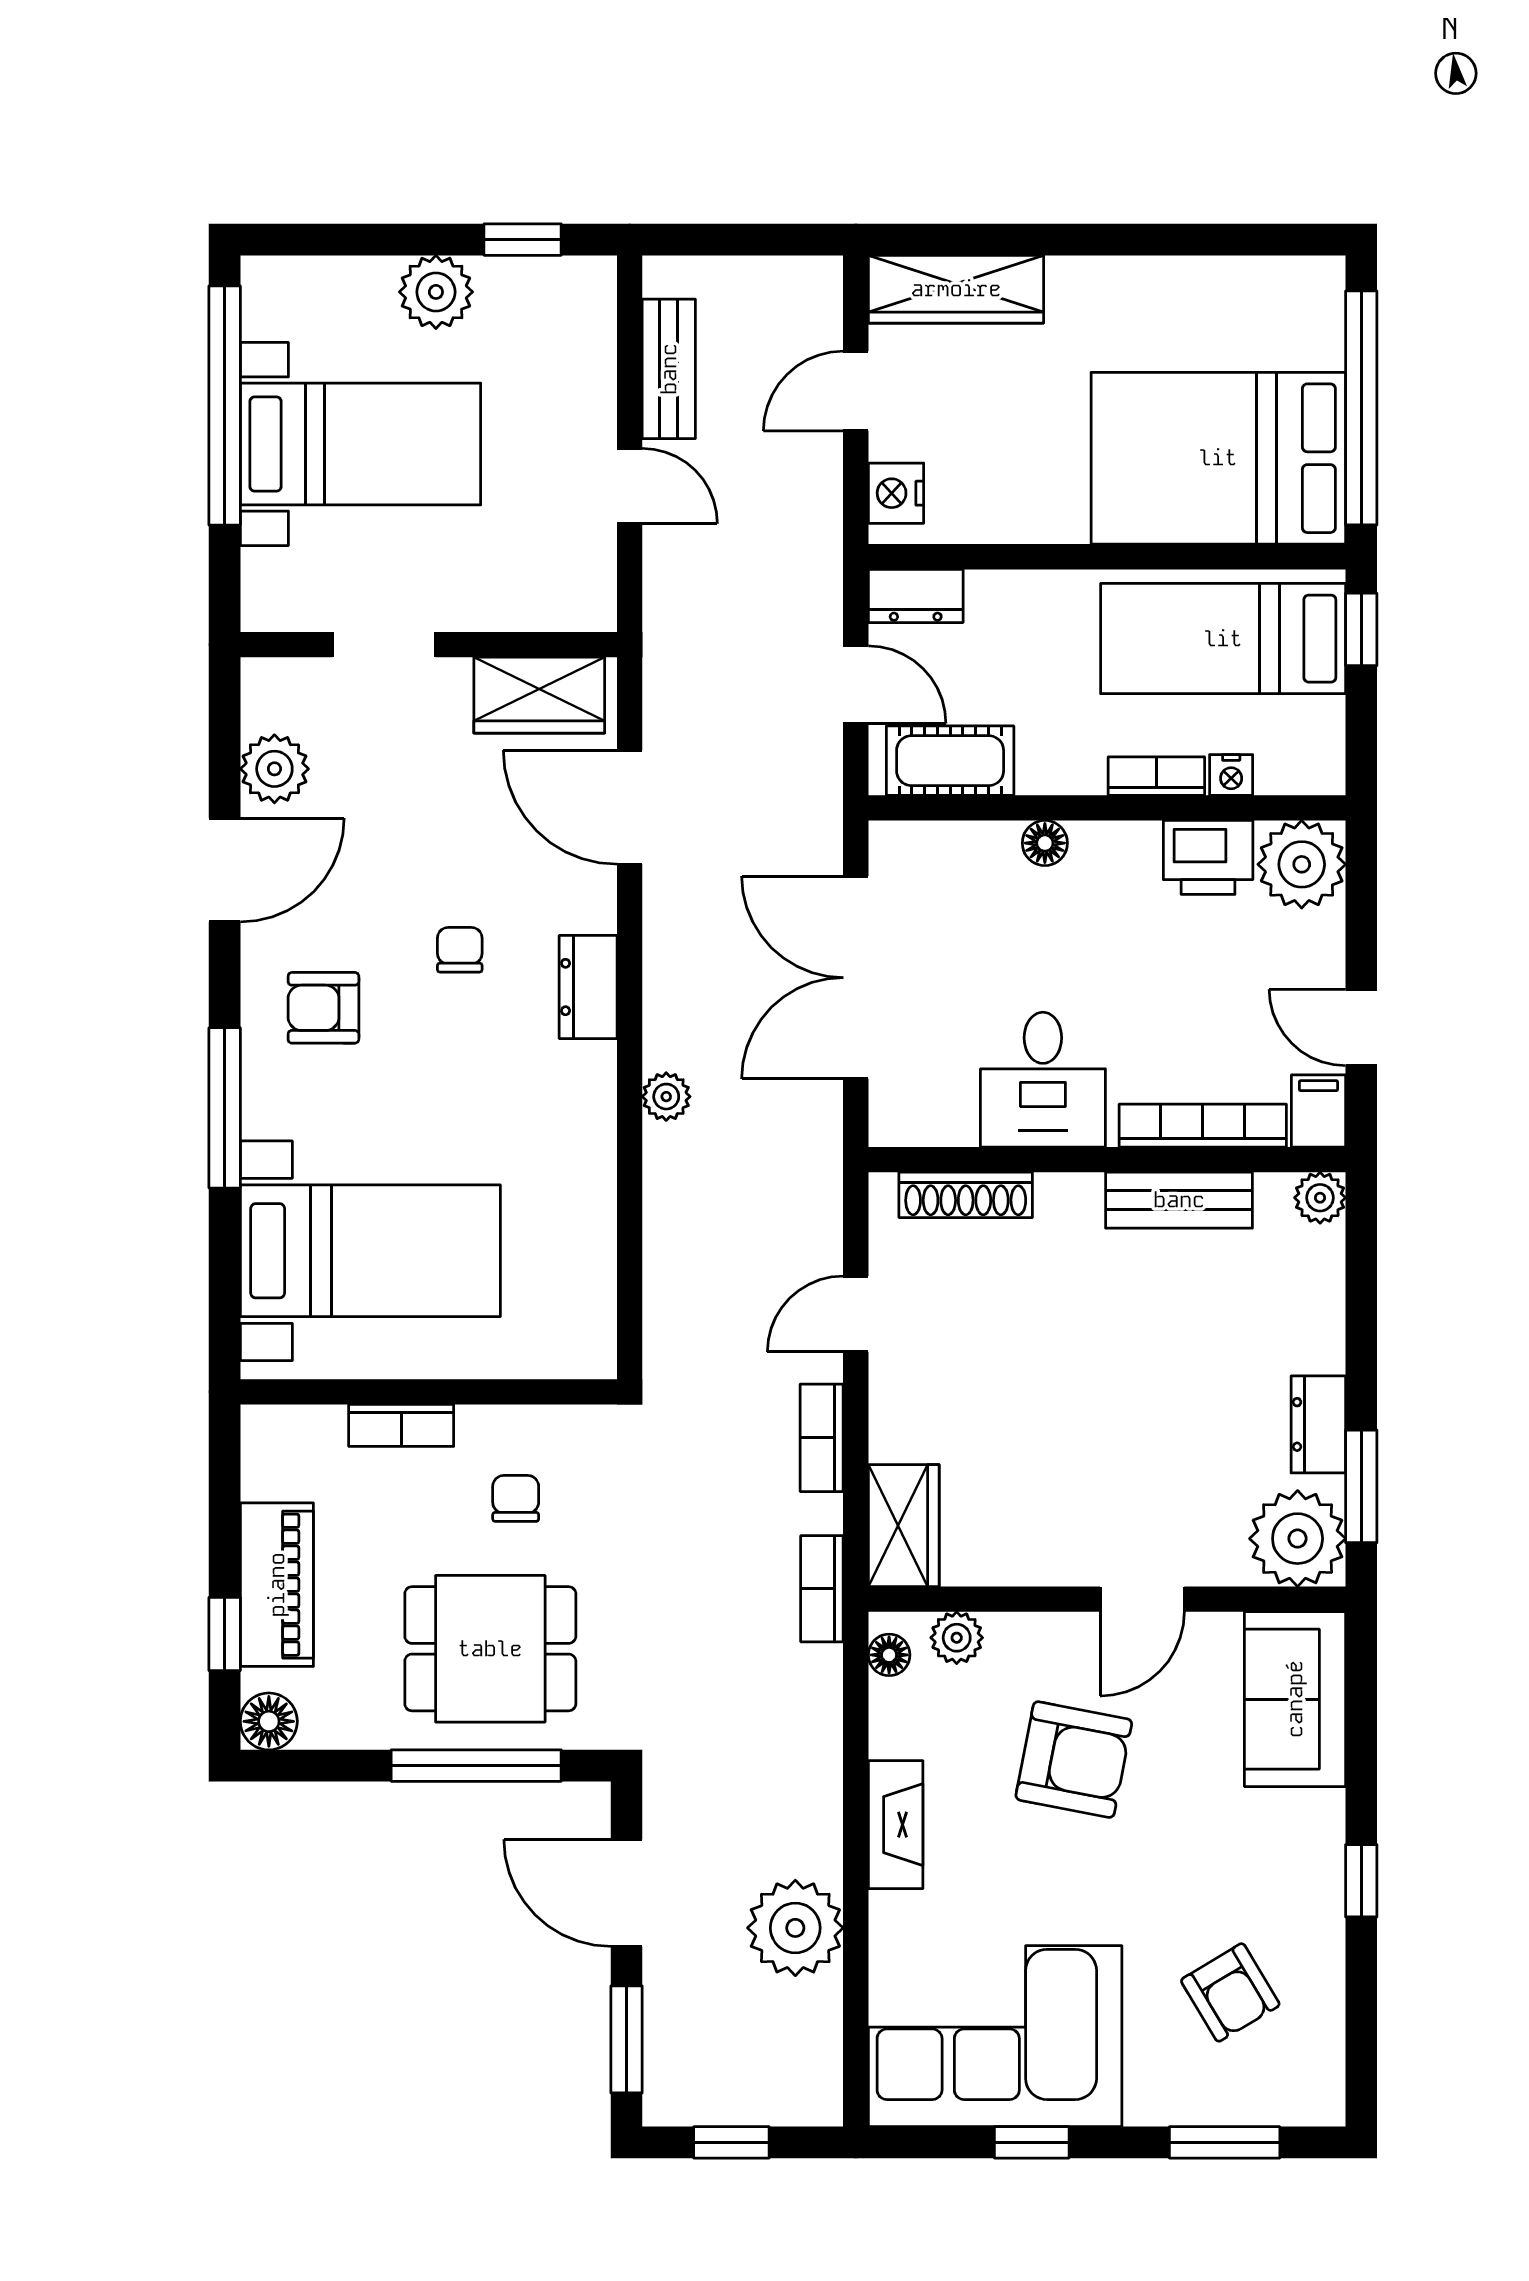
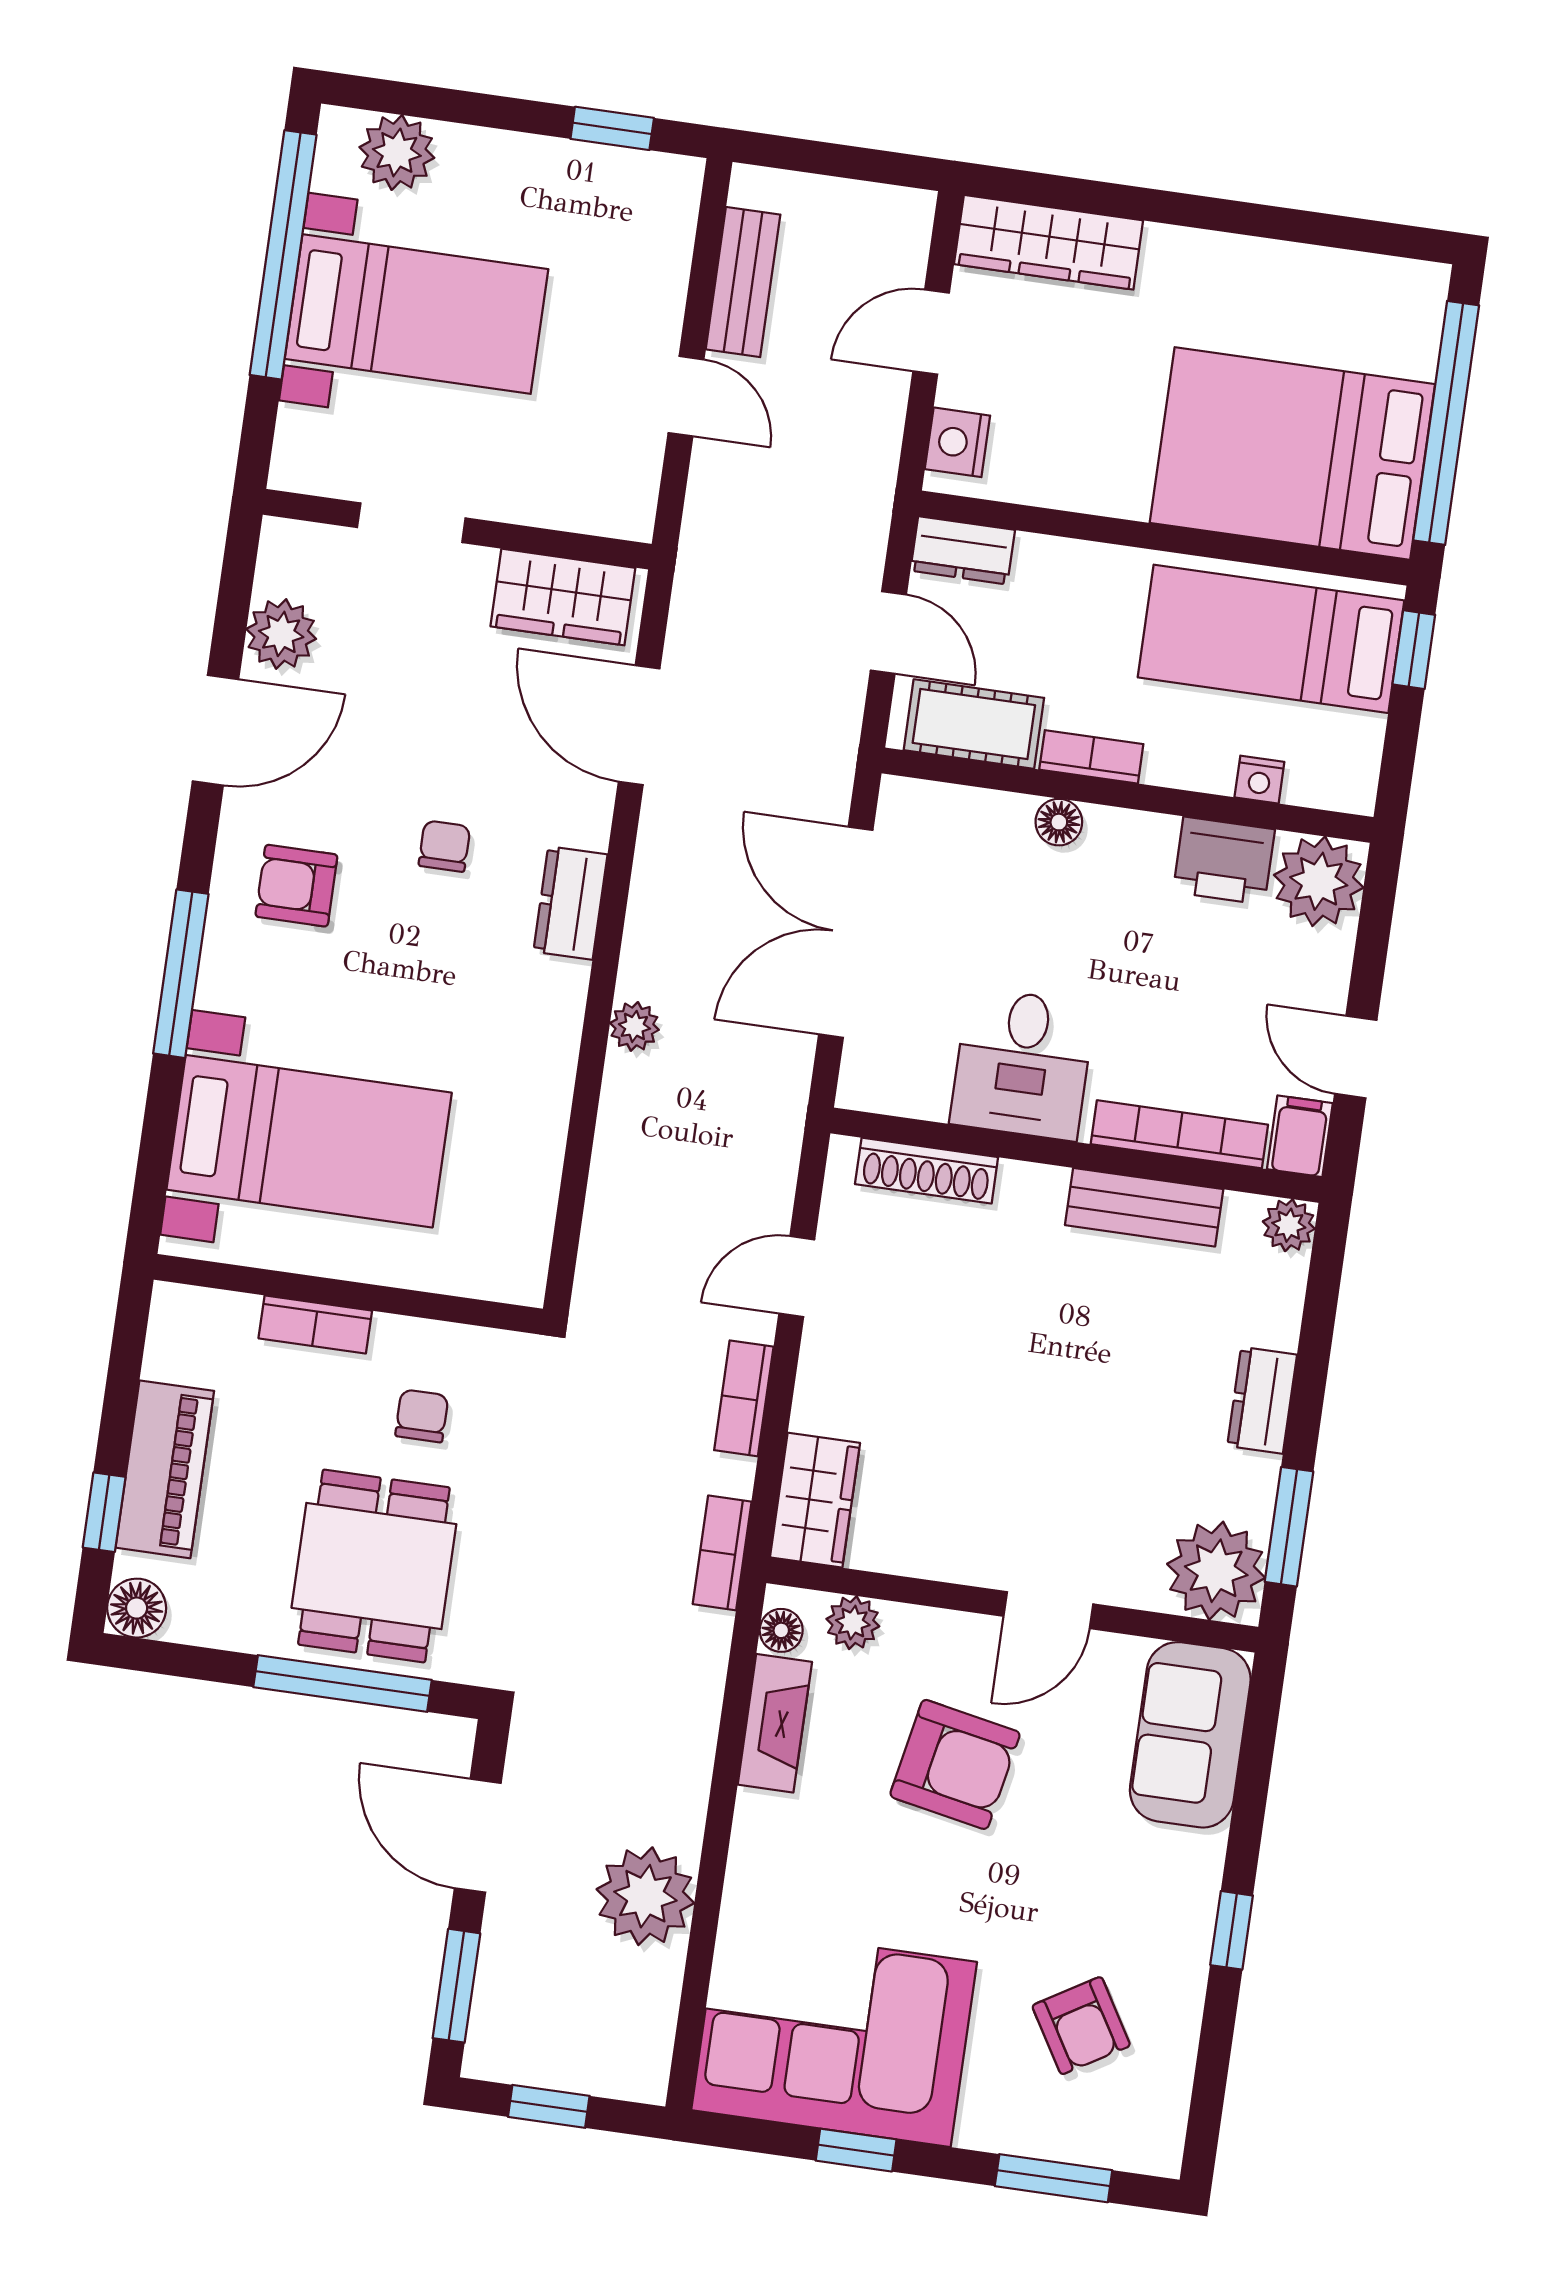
plant: (436, 292) -> (397, 152), moved
bookcase: (1156, 776) -> (1091, 757), moved
dresser: (1318, 1424) -> (1262, 1400), moved
dining table: (490, 1649) -> (374, 1566), turned 90
fireplace: (896, 1825) -> (775, 1723), moved

